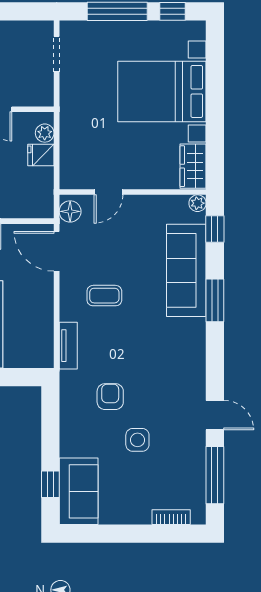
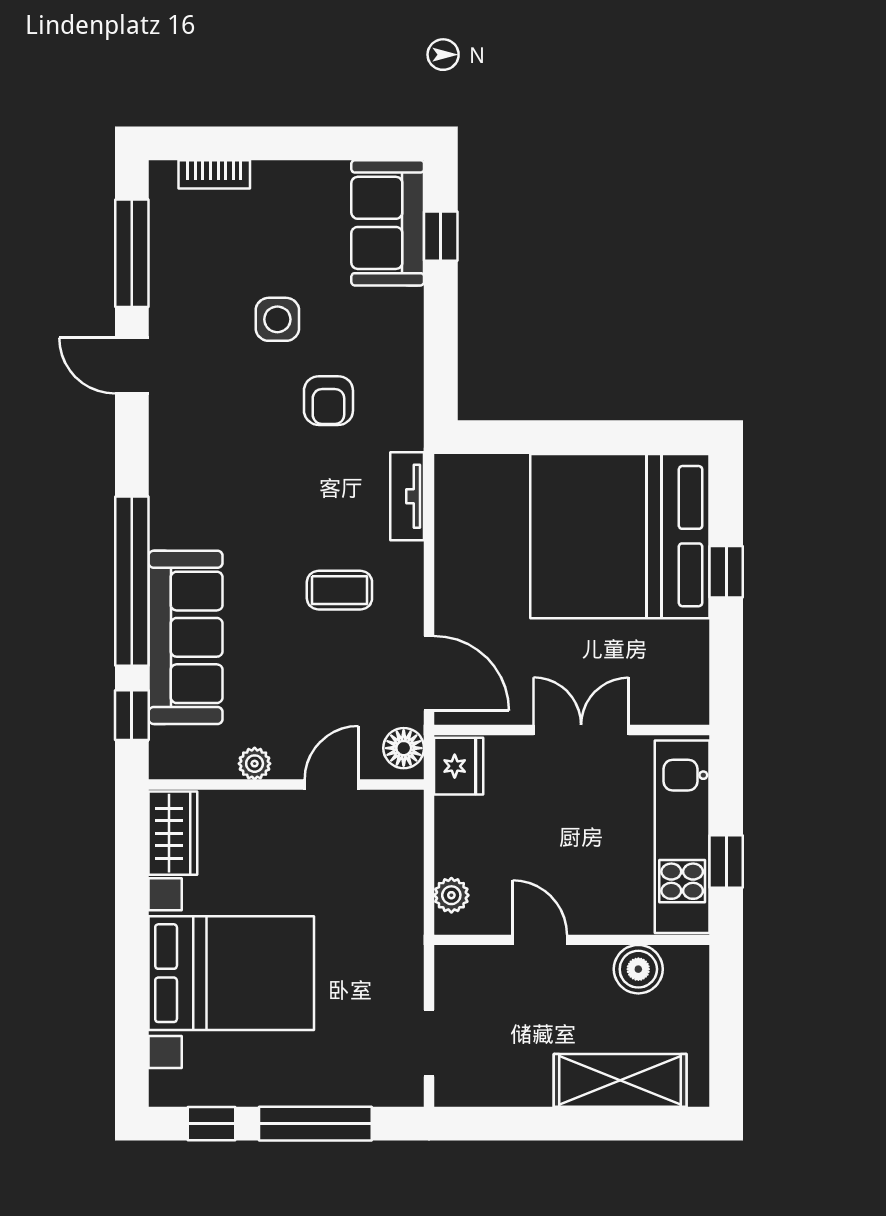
fridge: (41, 155) -> (459, 766), moved, width x1.38
plant: (198, 203) -> (255, 764), moved
window: (215, 300) -> (132, 581), width x2.11

